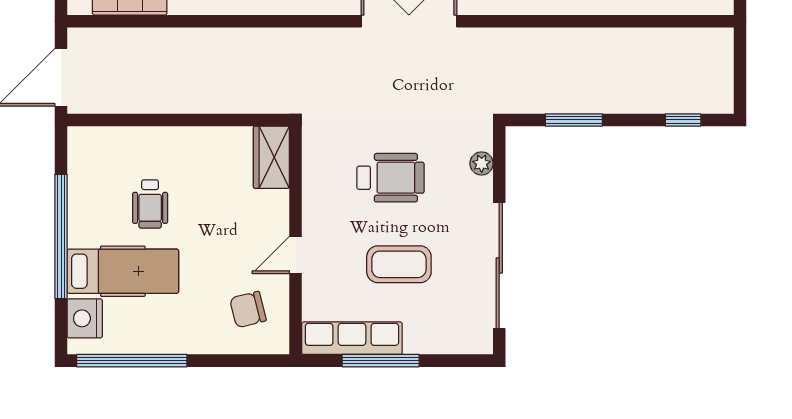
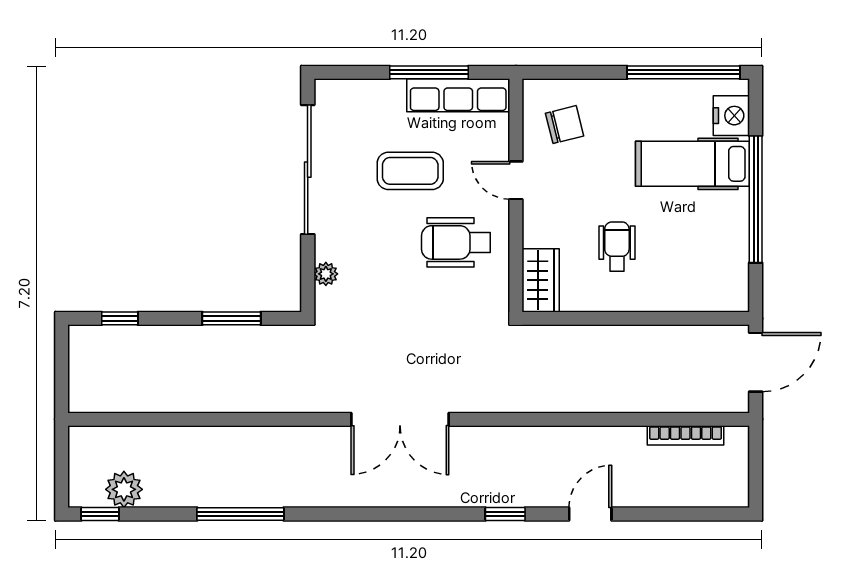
wheelchair: (391, 178) -> (456, 242), moved
wheelchair: (150, 204) -> (617, 247), moved
door: (296, 255) -> (516, 180), swing flipped

